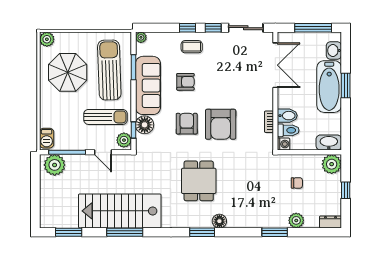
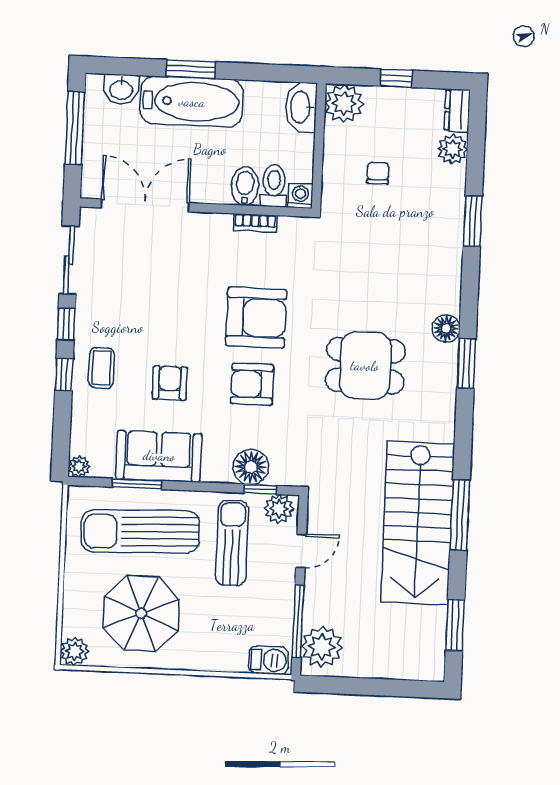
sofa: (148, 85) -> (159, 456), width x0.73
plant: (296, 220) -> (453, 149), moved

